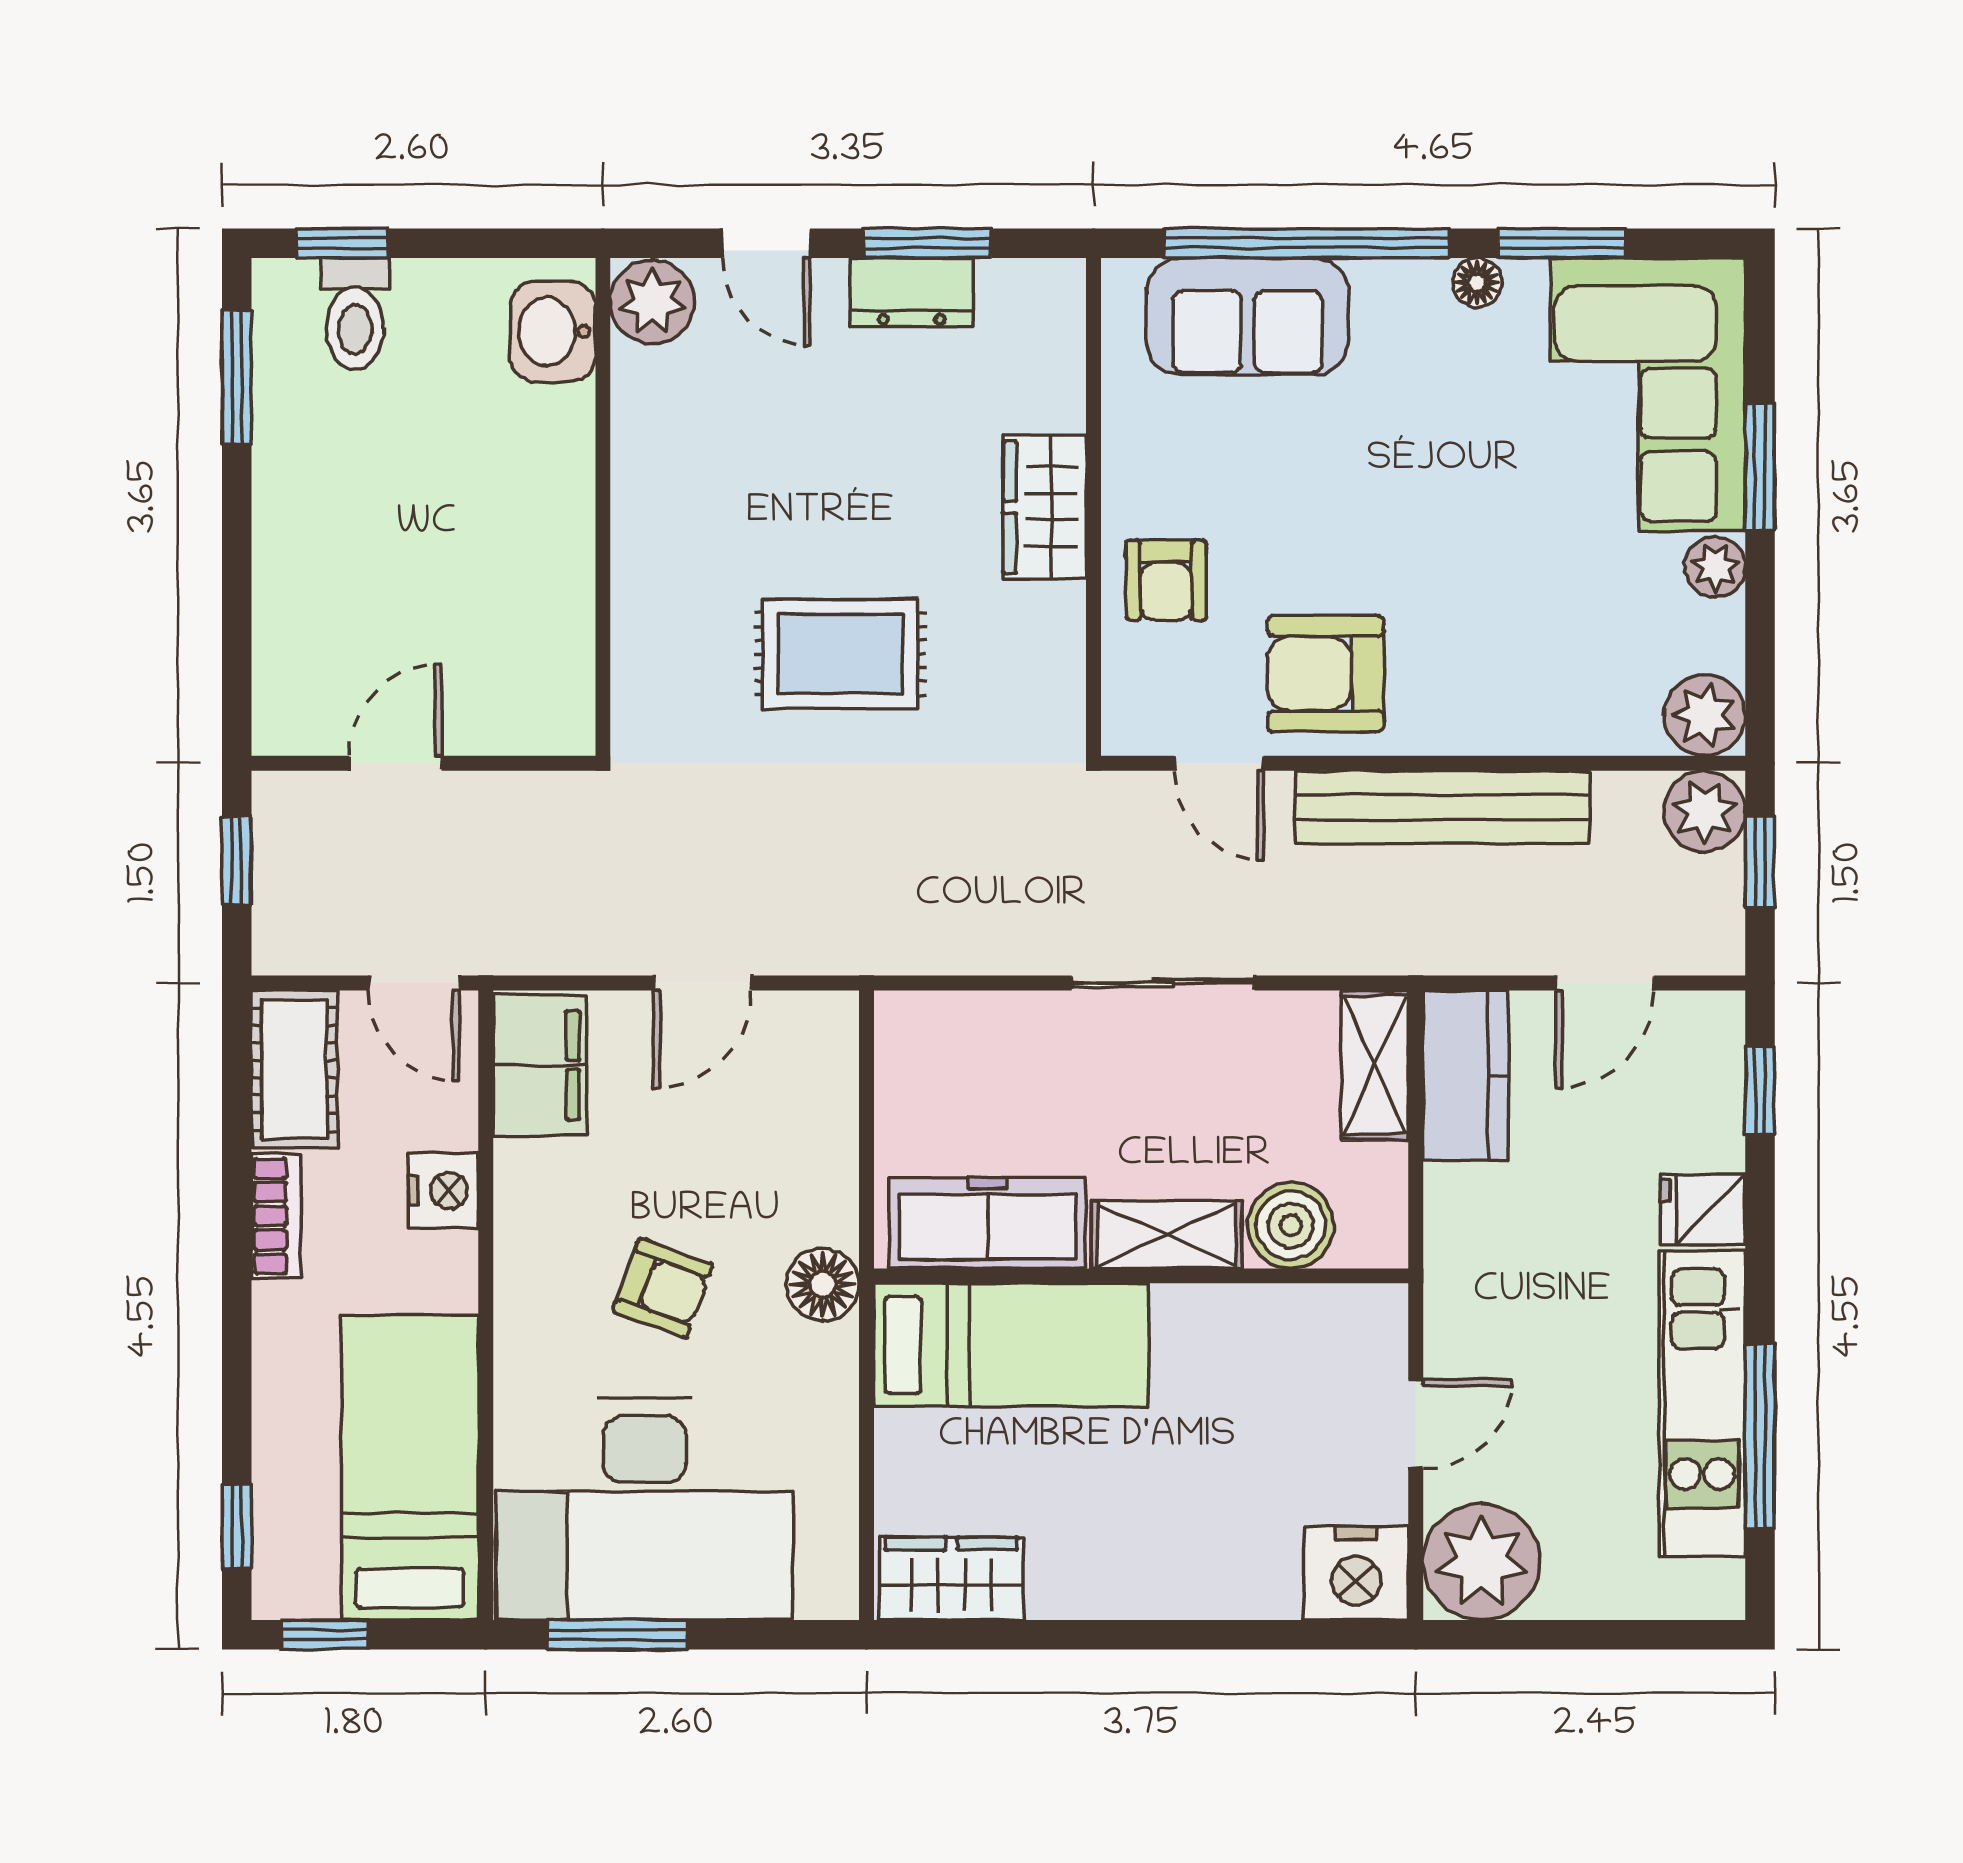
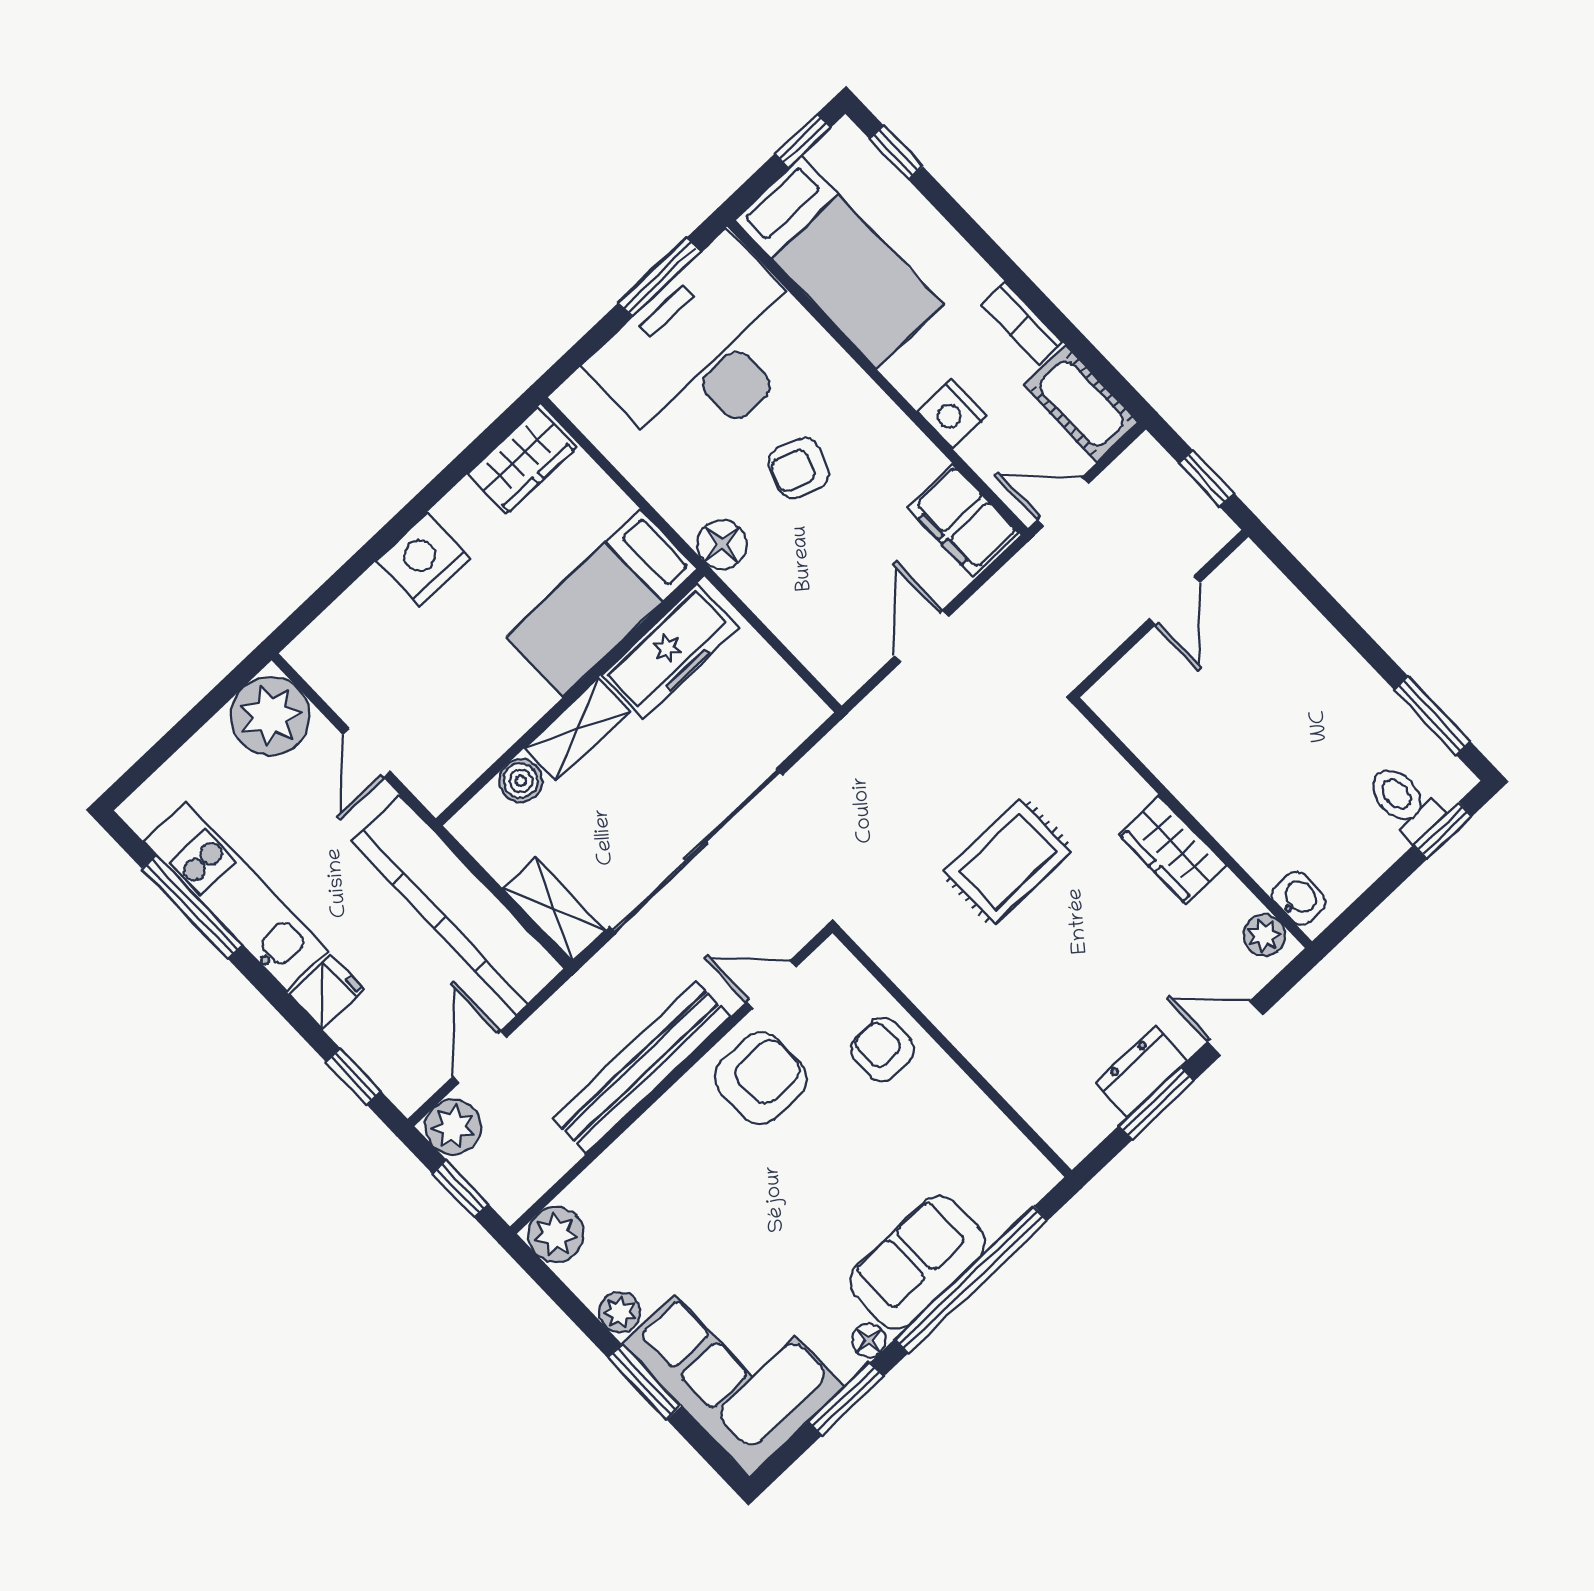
plant: (652, 302) -> (1264, 935), width x0.73, depth x0.73
sofa: (1248, 316) -> (918, 1262), moved
washbasin: (553, 331) -> (1299, 898), width x0.72, depth x0.69
wardrobe: (1045, 507) -> (1172, 850), moved, turned 180
plant: (1705, 811) -> (453, 1127), moved
sliding door: (1163, 983) -> (696, 851), width x1.86
kitchen counter: (1466, 1075) -> (458, 905), width x2.08, depth x1.17
boiler: (1291, 1225) -> (521, 781), width x0.73, depth x0.73
nightstand: (1356, 1573) -> (423, 560), moved

